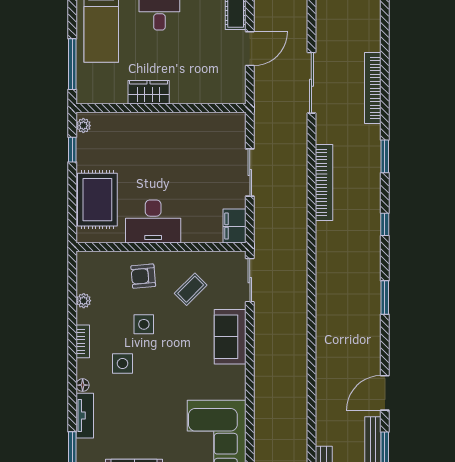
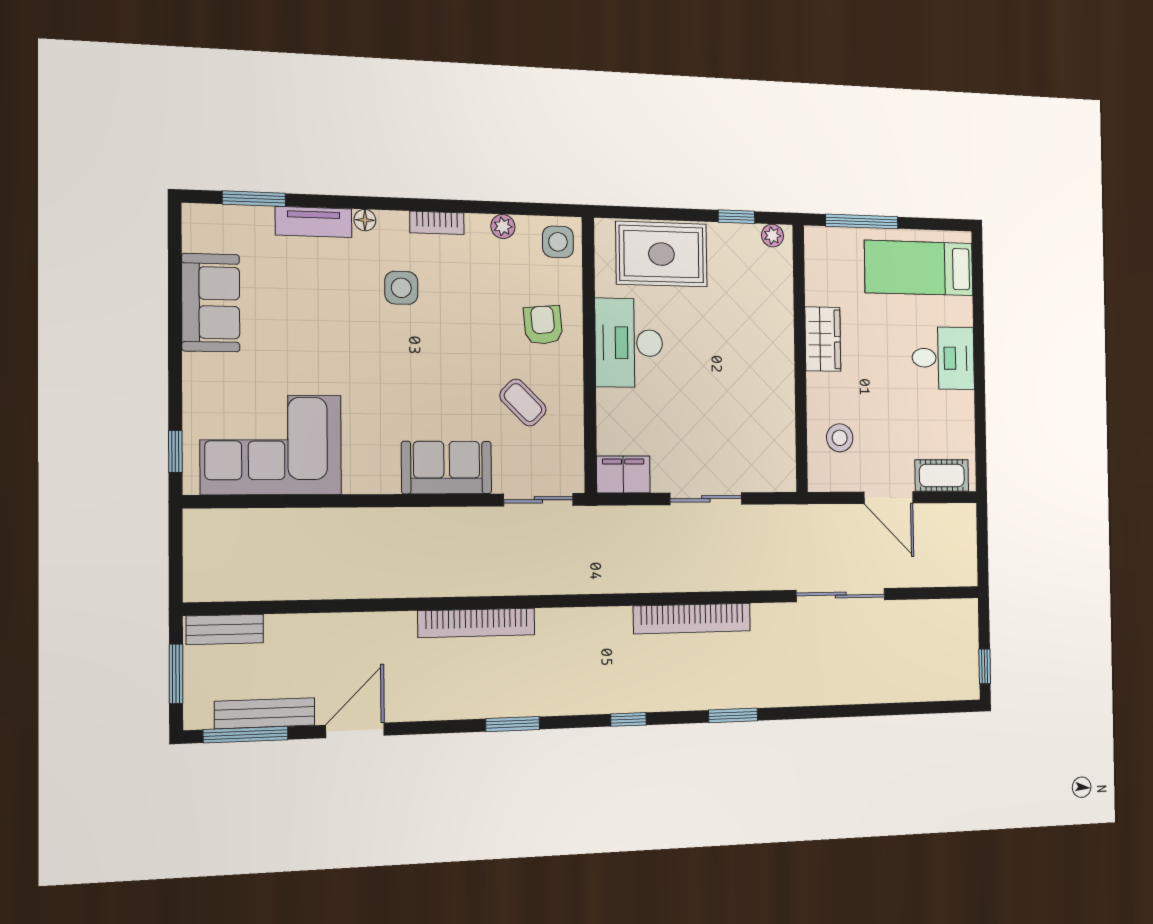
stool: (212, 82) -> (840, 438), added
bookcase: (373, 88) -> (476, 623), moved, turned 180
side table: (144, 324) -> (558, 242), moved
door: (385, 393) -> (355, 730), hinge flipped

